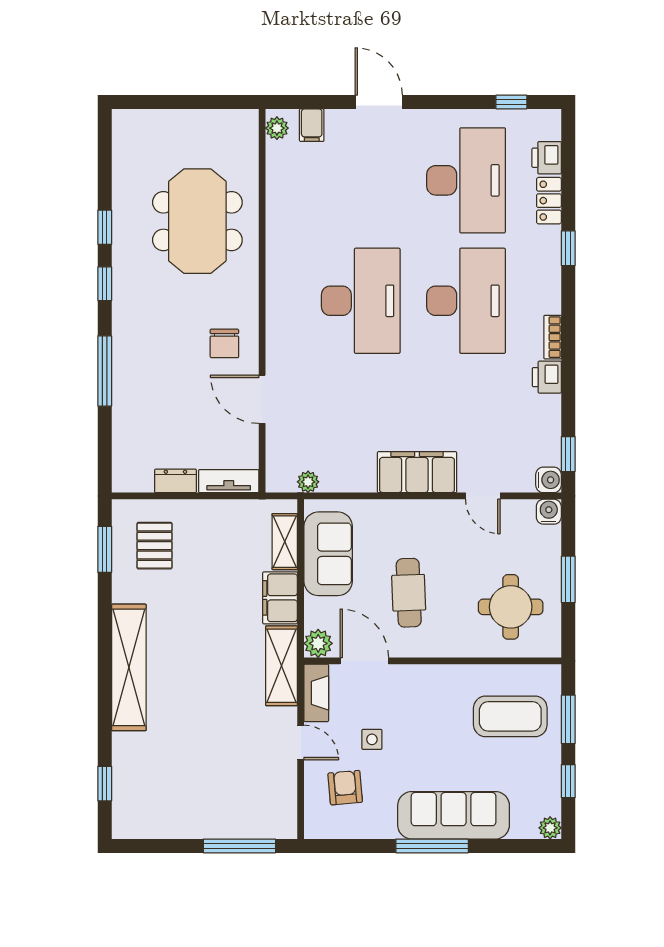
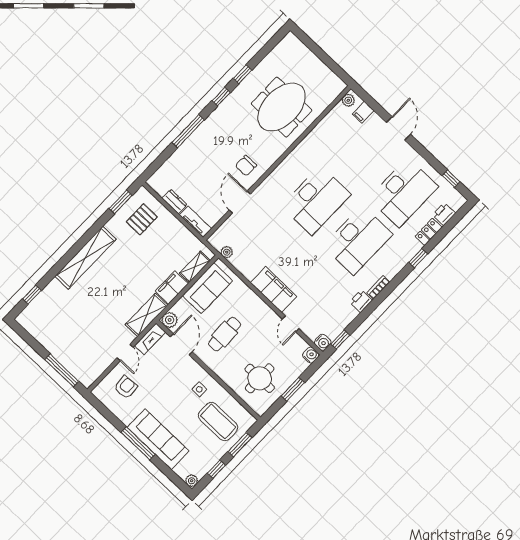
side table: (372, 739) -> (199, 389), moved

